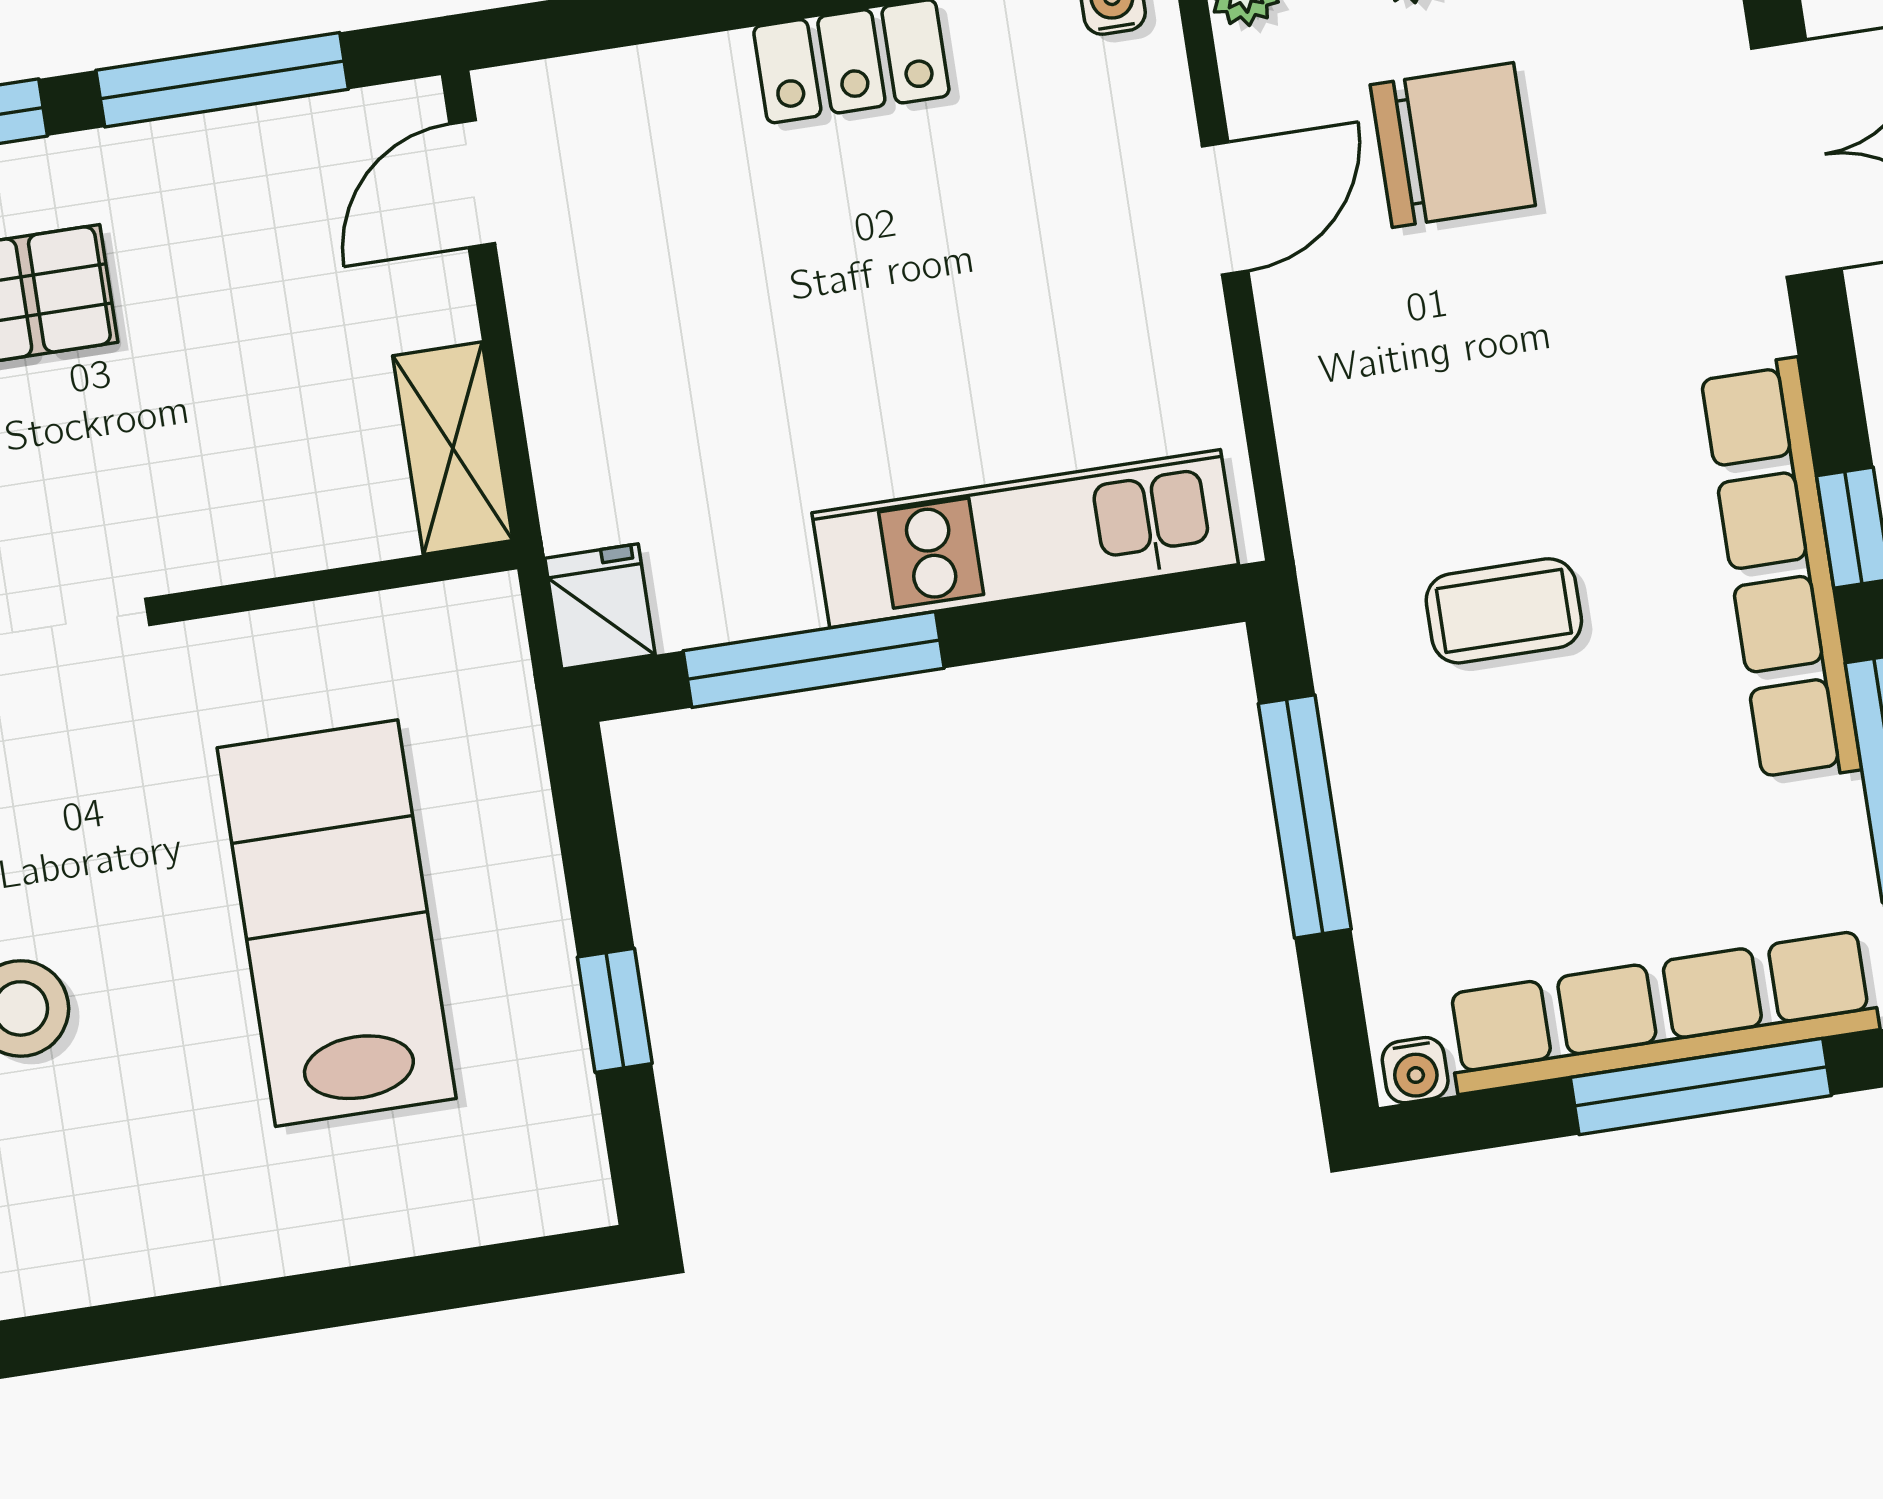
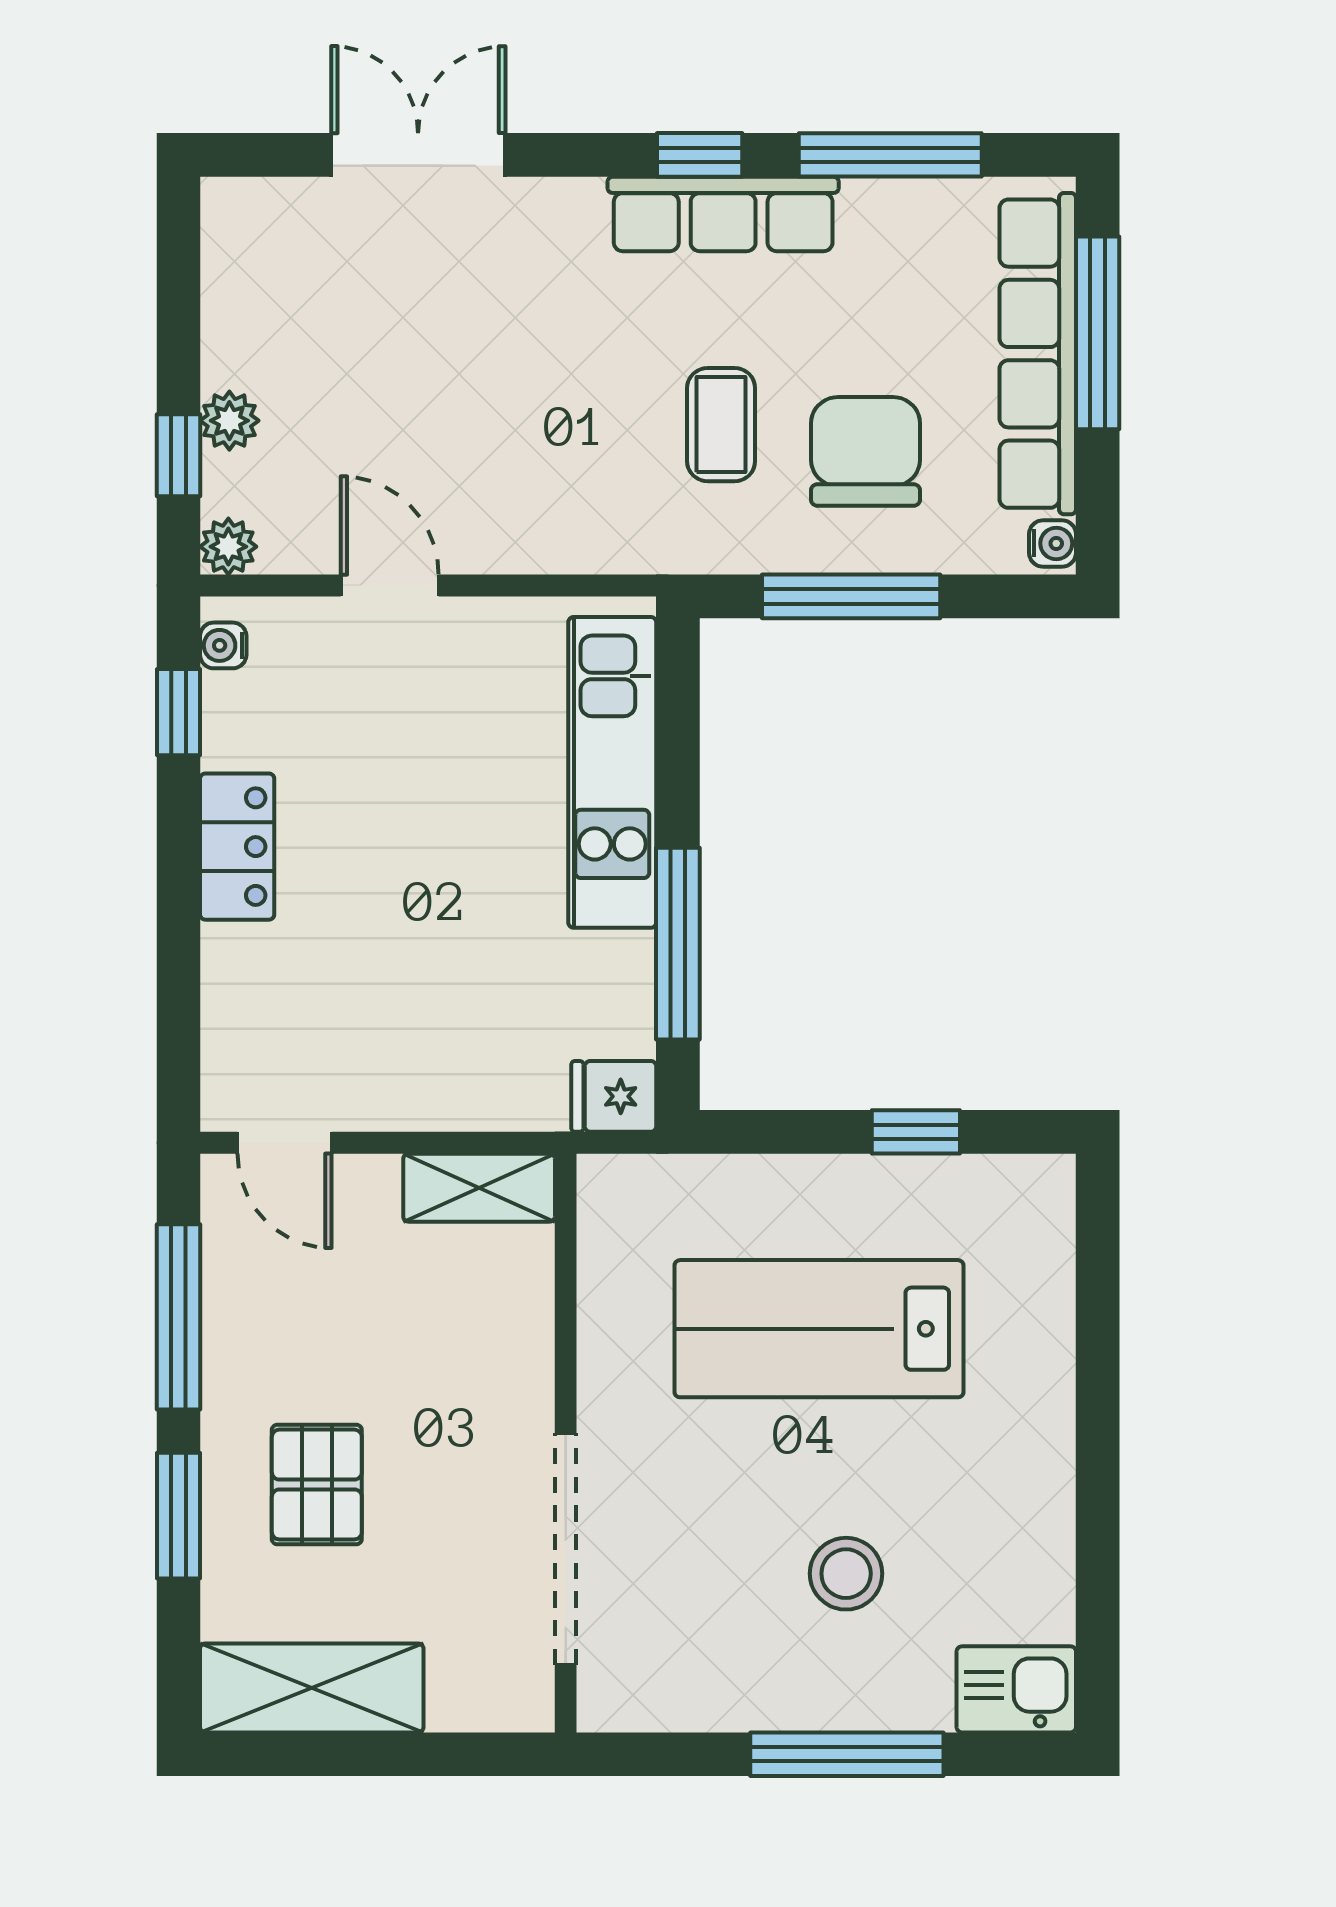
chair: (1453, 145) -> (866, 451), moved
row of seats: (1781, 571) -> (723, 214), width x0.73

